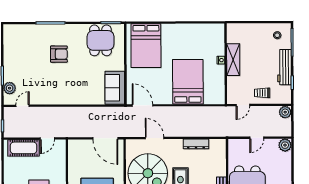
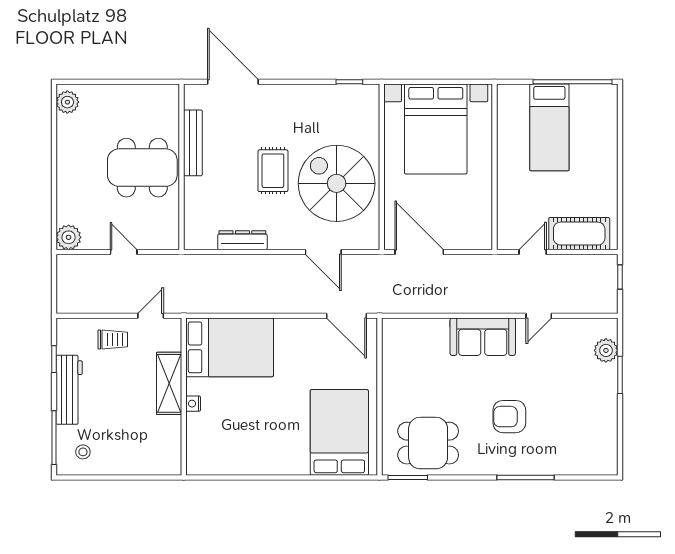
dining table: (101, 40) -> (428, 443), turned 90
shelving: (233, 60) -> (169, 383), moved
bed: (188, 82) -> (230, 347), moved, turned -90
sofa: (115, 88) -> (483, 337), moved, turned 90
door: (23, 106) -> (539, 316), moved
plant: (285, 112) -> (68, 302), removed
door: (257, 138) -> (124, 252), hinge flipped

